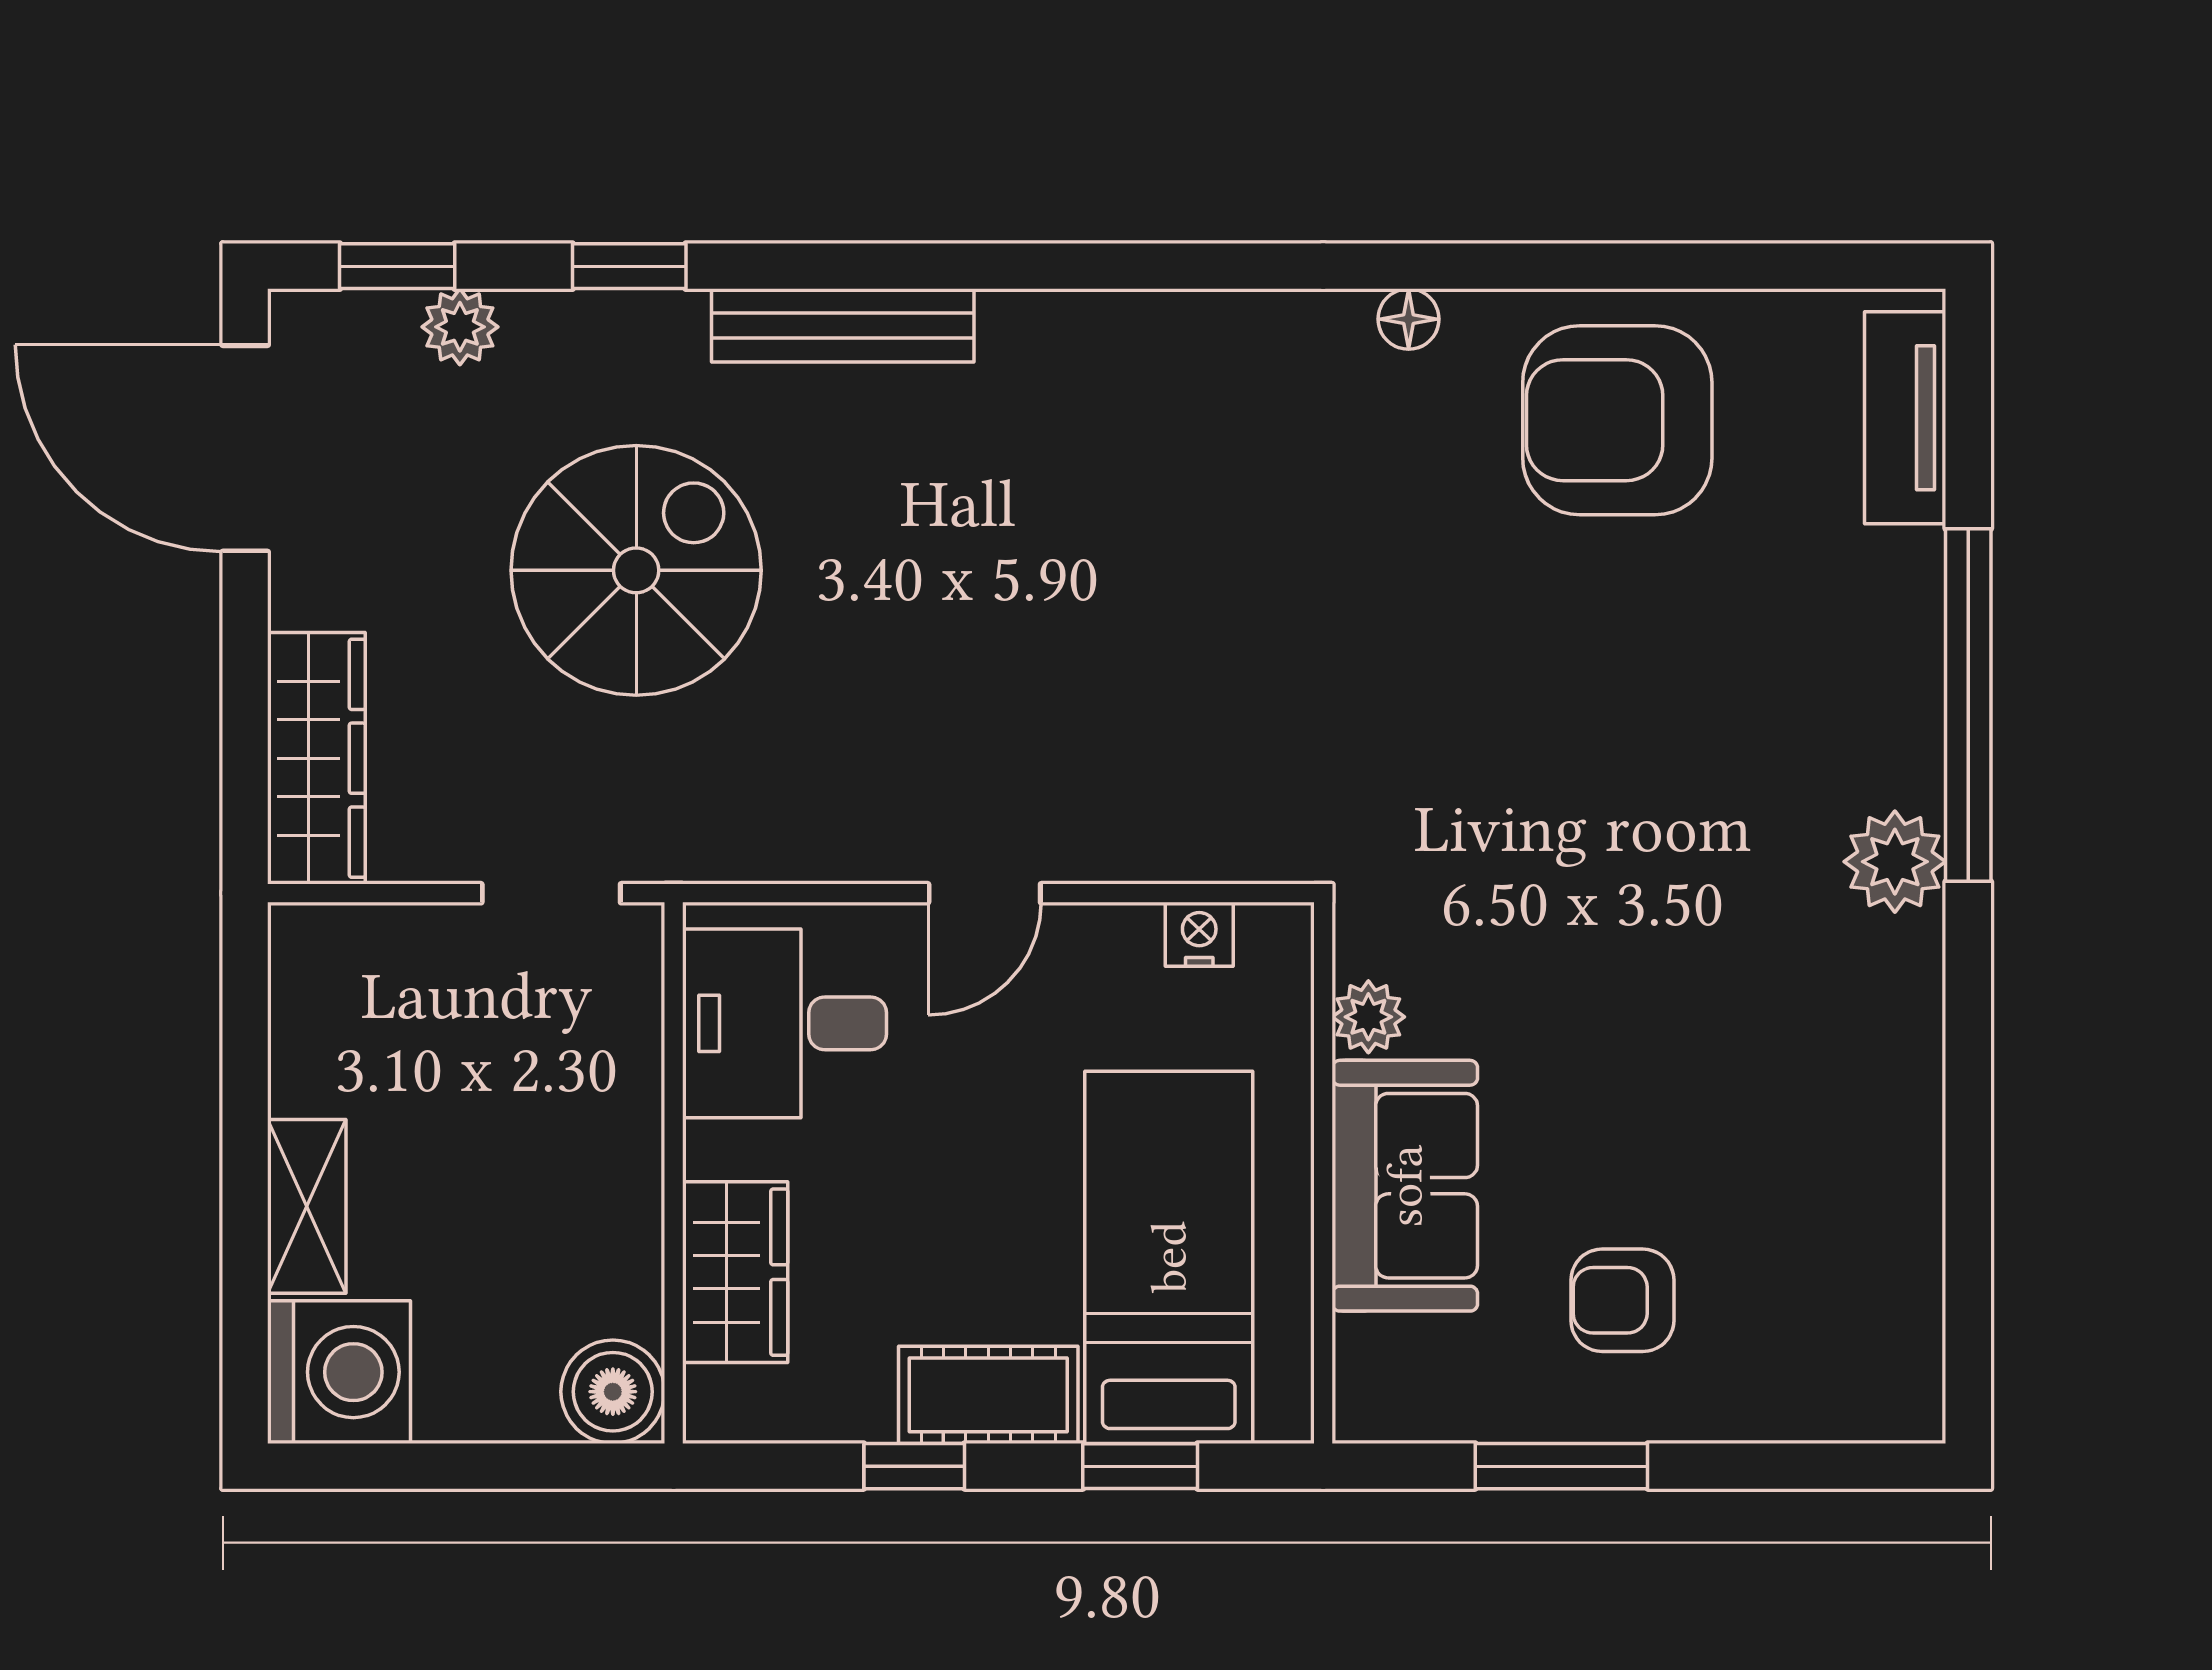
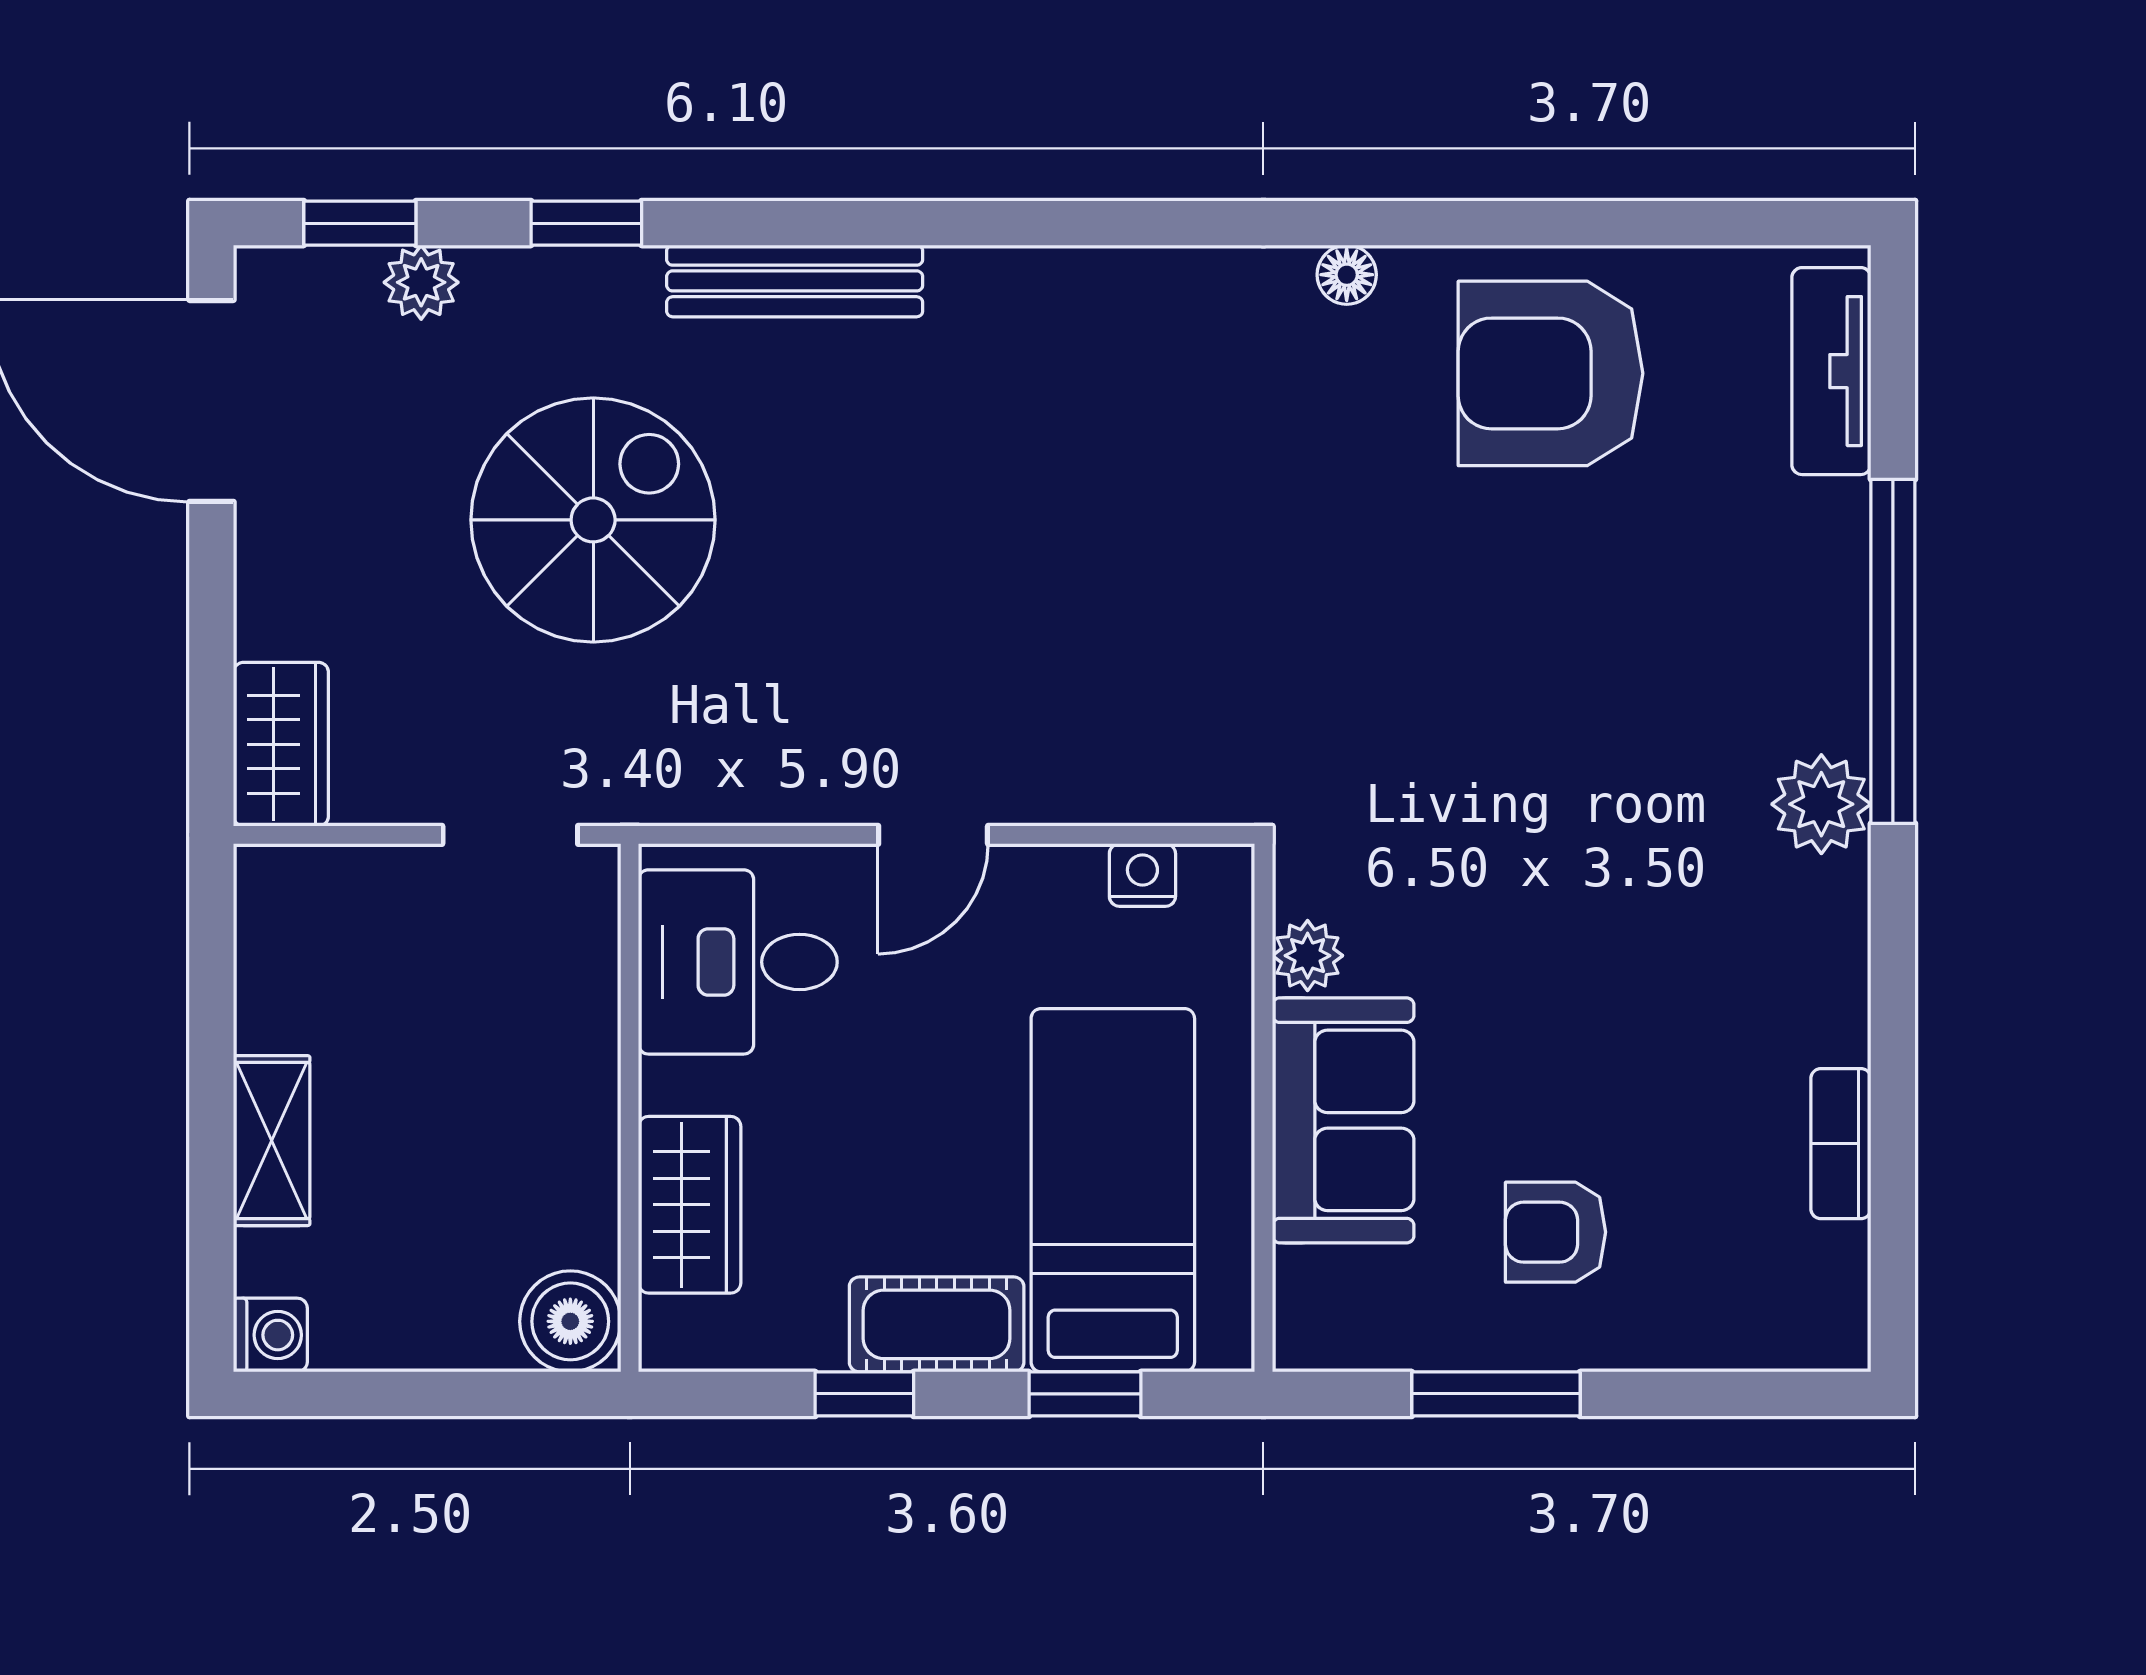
wardrobe: (316, 758) -> (281, 744), width x0.67
bookcase: (1915, 1210) -> (1841, 1144), added
washing machine: (339, 1372) -> (270, 1335), width x0.53, depth x0.53

